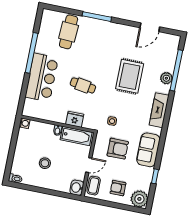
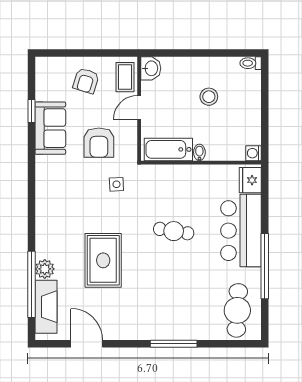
door: (150, 27) -> (87, 344), hinge flipped
cafe table: (69, 32) -> (237, 310), moved
fireplace: (159, 110) -> (46, 307), moved
fridge: (75, 119) -> (250, 180), moved, turned 90
armchair: (118, 149) -> (99, 143), turned -90
sofa: (148, 150) -> (50, 128), moved
armchair: (118, 188) -> (86, 81), turned 107
plant: (139, 199) -> (49, 70), removed

